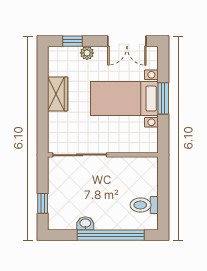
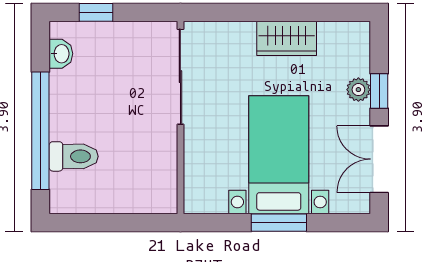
window: (72, 41) -> (379, 91), moved
toilet: (144, 205) -> (74, 156), moved, turned 90
washbasin: (85, 223) -> (61, 54), moved

